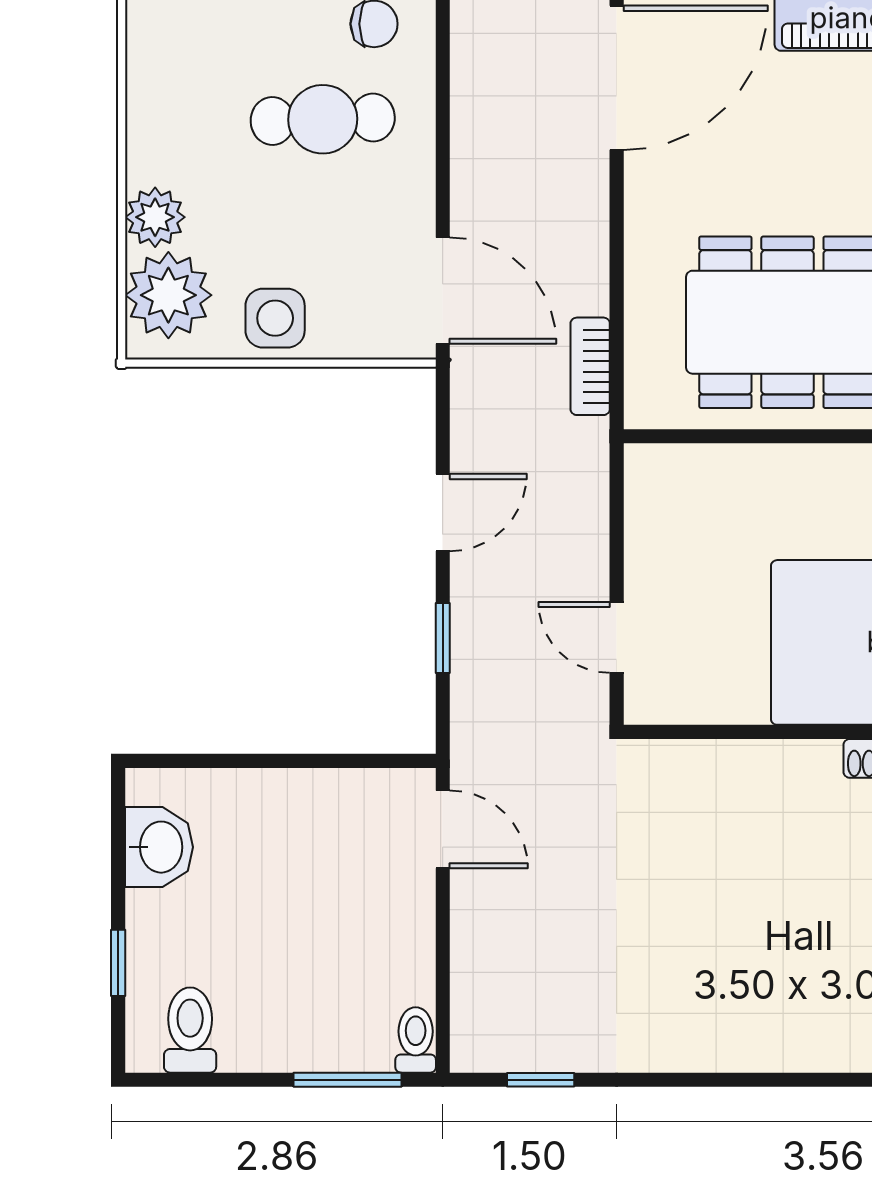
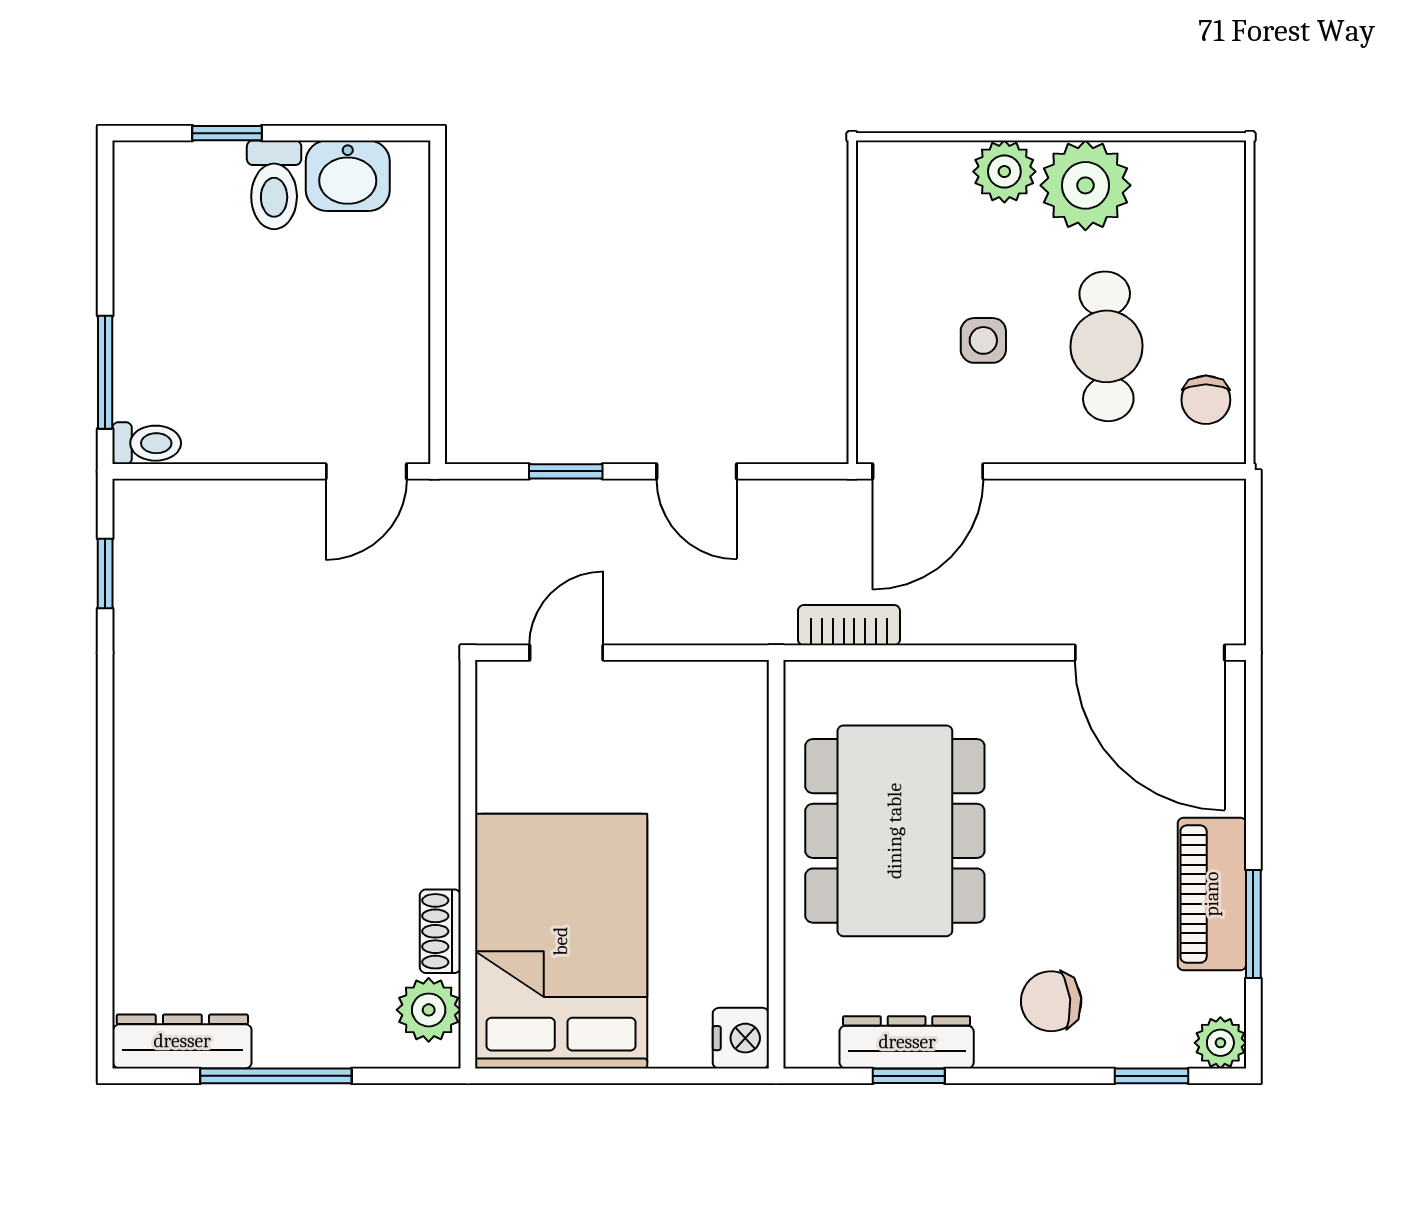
plant: (168, 295) -> (1085, 185), moved
side table: (275, 318) -> (983, 340), moved, width x0.73, depth x0.73
toilet: (190, 1030) -> (274, 185), moved, turned 90

